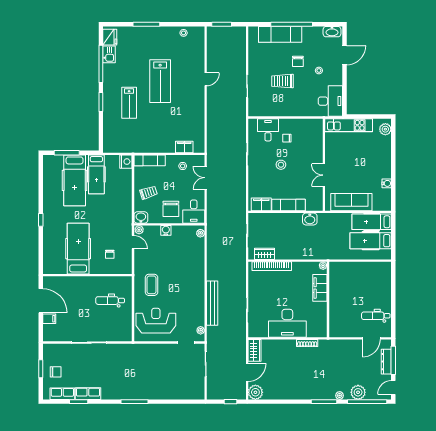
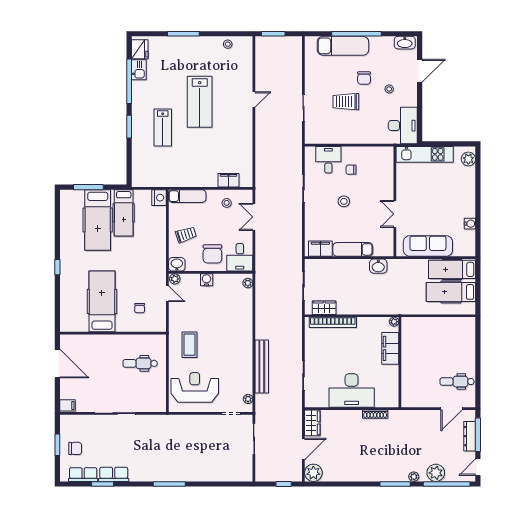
filing cabinet: (49, 319) -> (67, 405), moved

